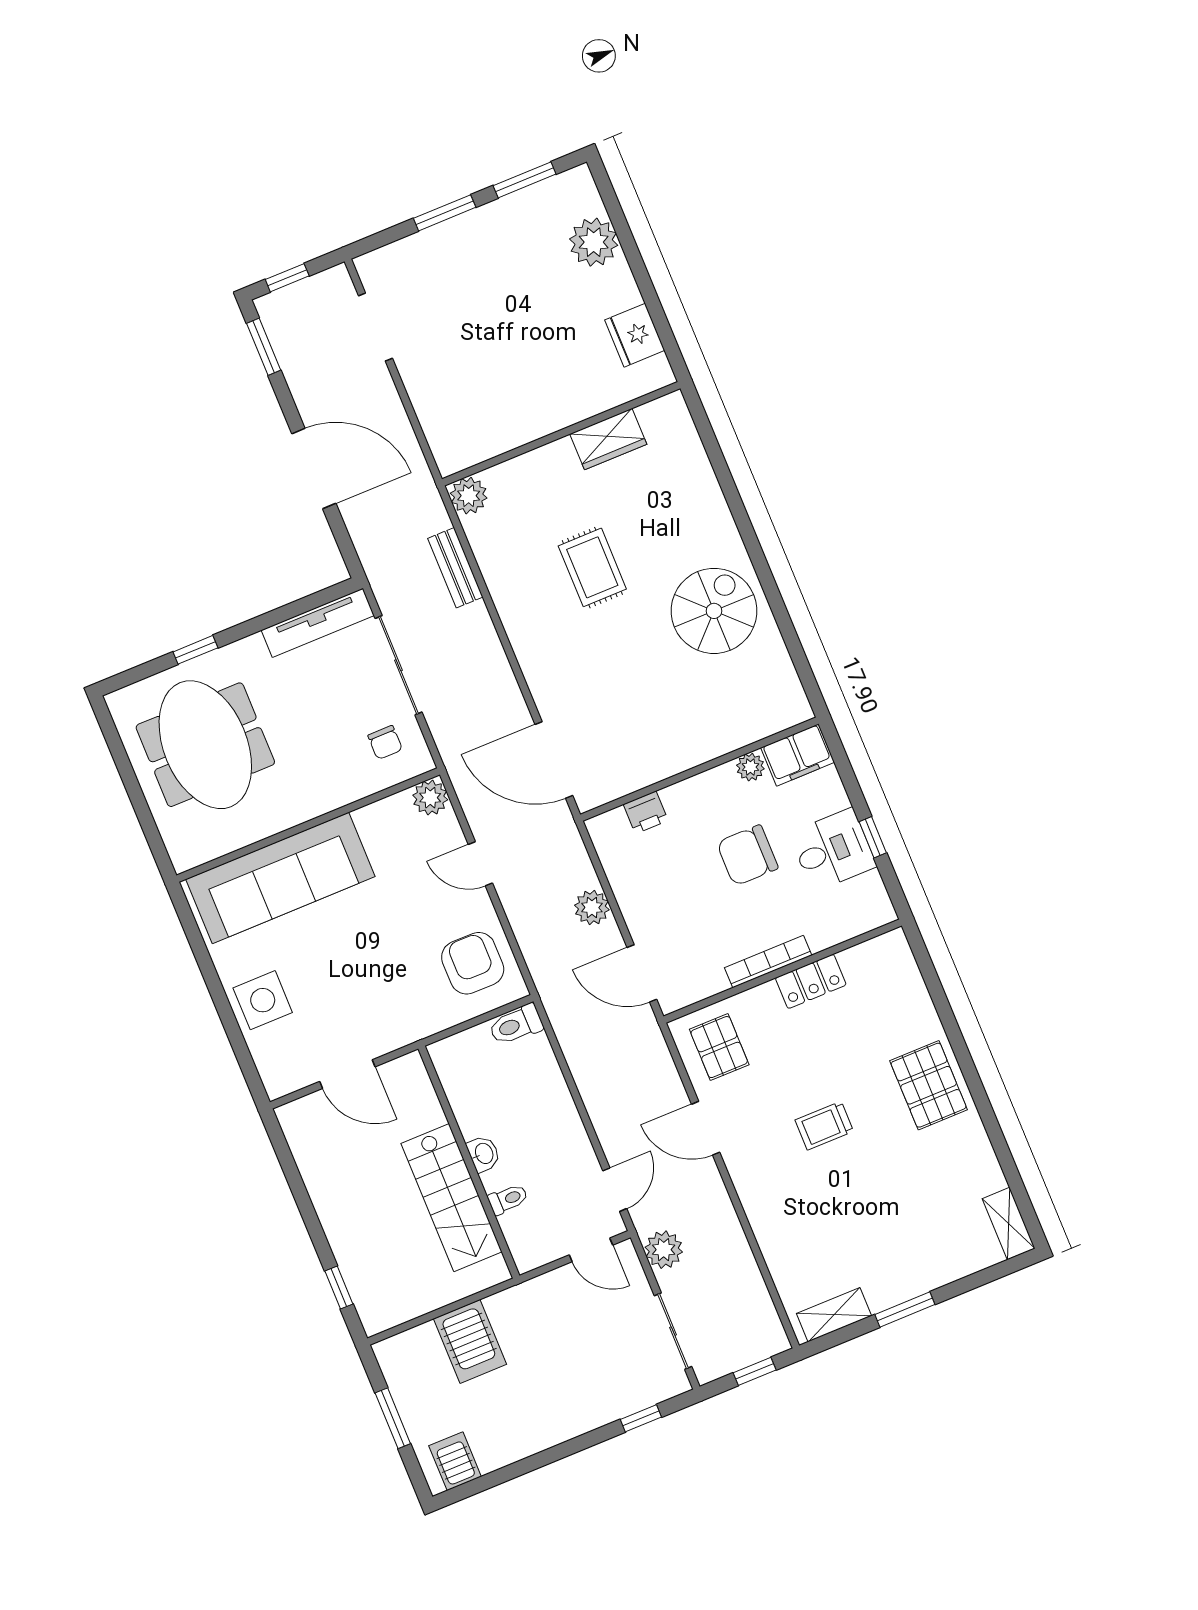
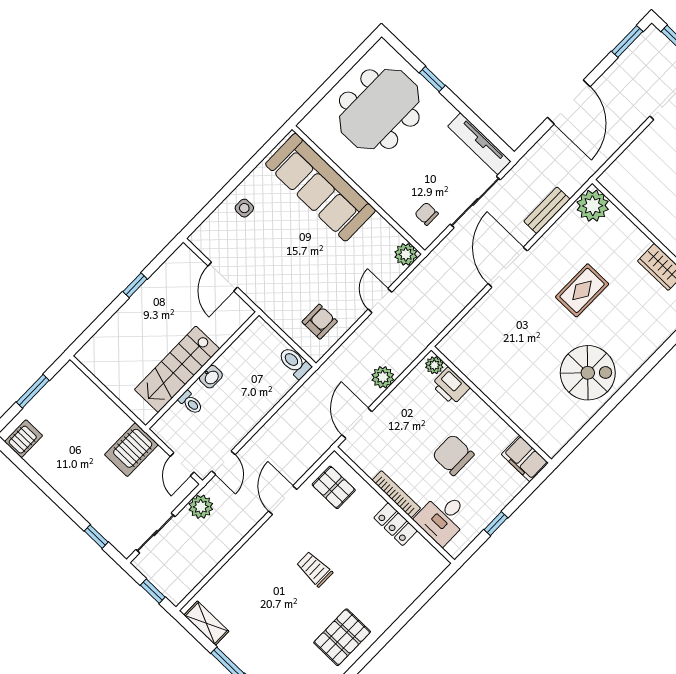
plant: (469, 496) -> (593, 206), width x1.36, depth x1.36
chair: (385, 743) -> (427, 214), turned 90
door: (554, 760) -> (508, 267), moved
plant: (750, 767) -> (434, 365), moved
printer: (646, 812) -> (451, 386), width x1.36, depth x1.24
desk: (833, 850) -> (443, 518), moved, turned 90
armchair: (473, 963) -> (320, 322), width x0.72, depth x0.72
side table: (263, 1000) -> (244, 208), width x0.54, depth x0.54
pallet: (719, 1047) -> (334, 487), turned 90
pallet: (929, 1085) -> (342, 637), moved
door: (615, 1190) -> (223, 463), hinge flipped
window: (339, 1287) -> (135, 285), moved
server rack: (470, 1341) -> (131, 450), moved

